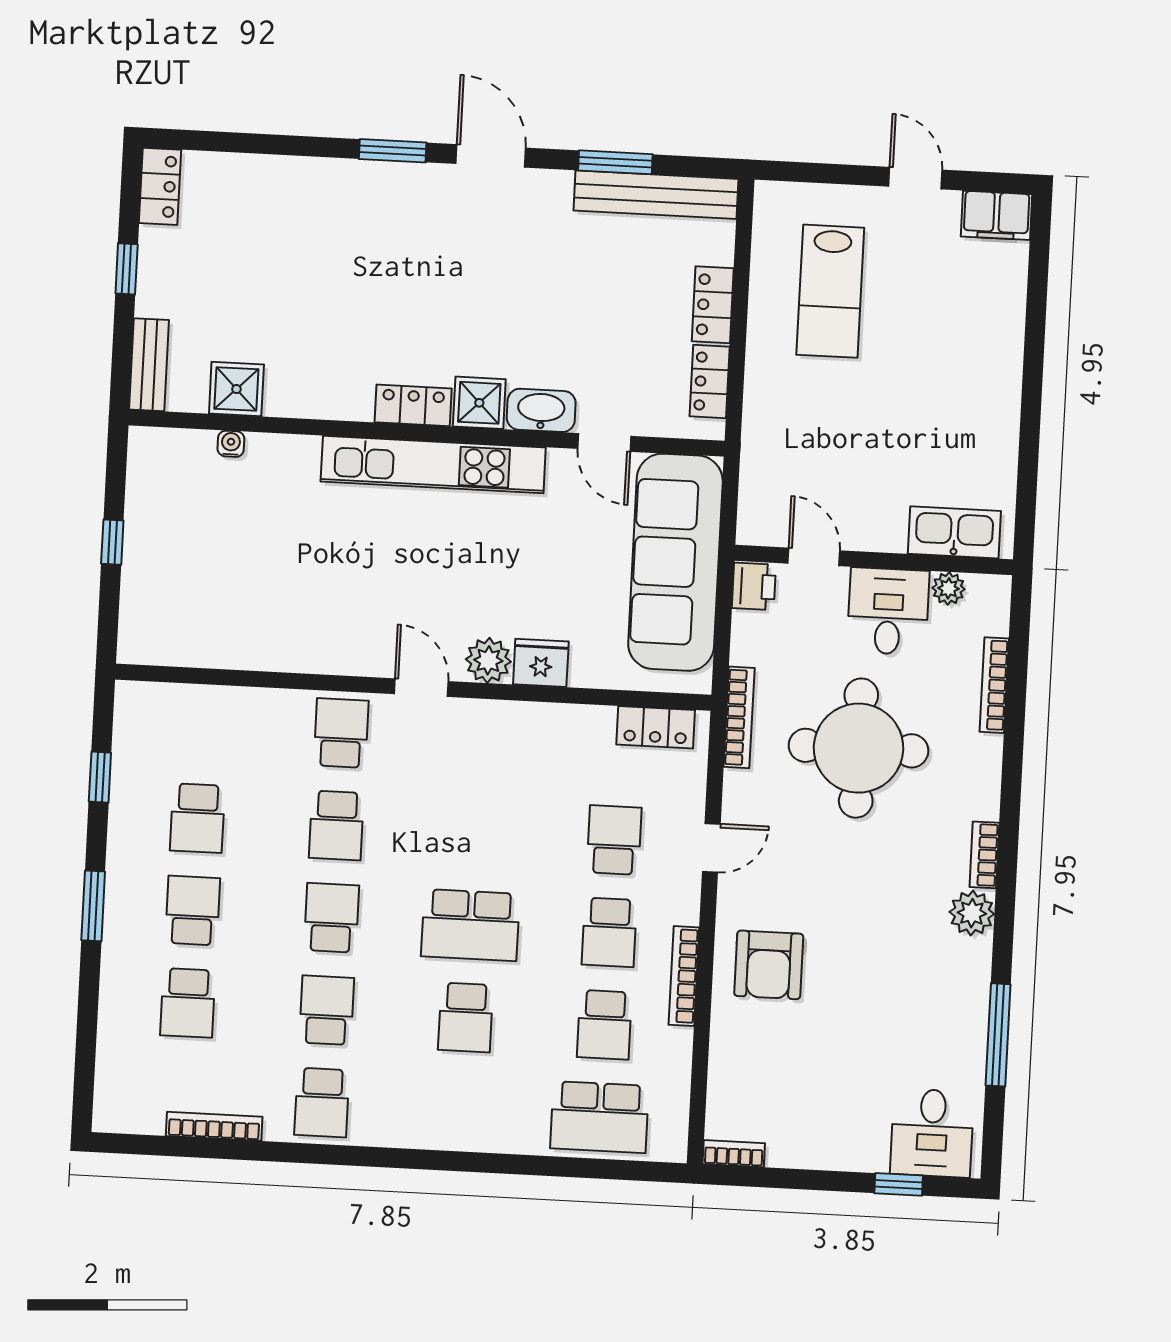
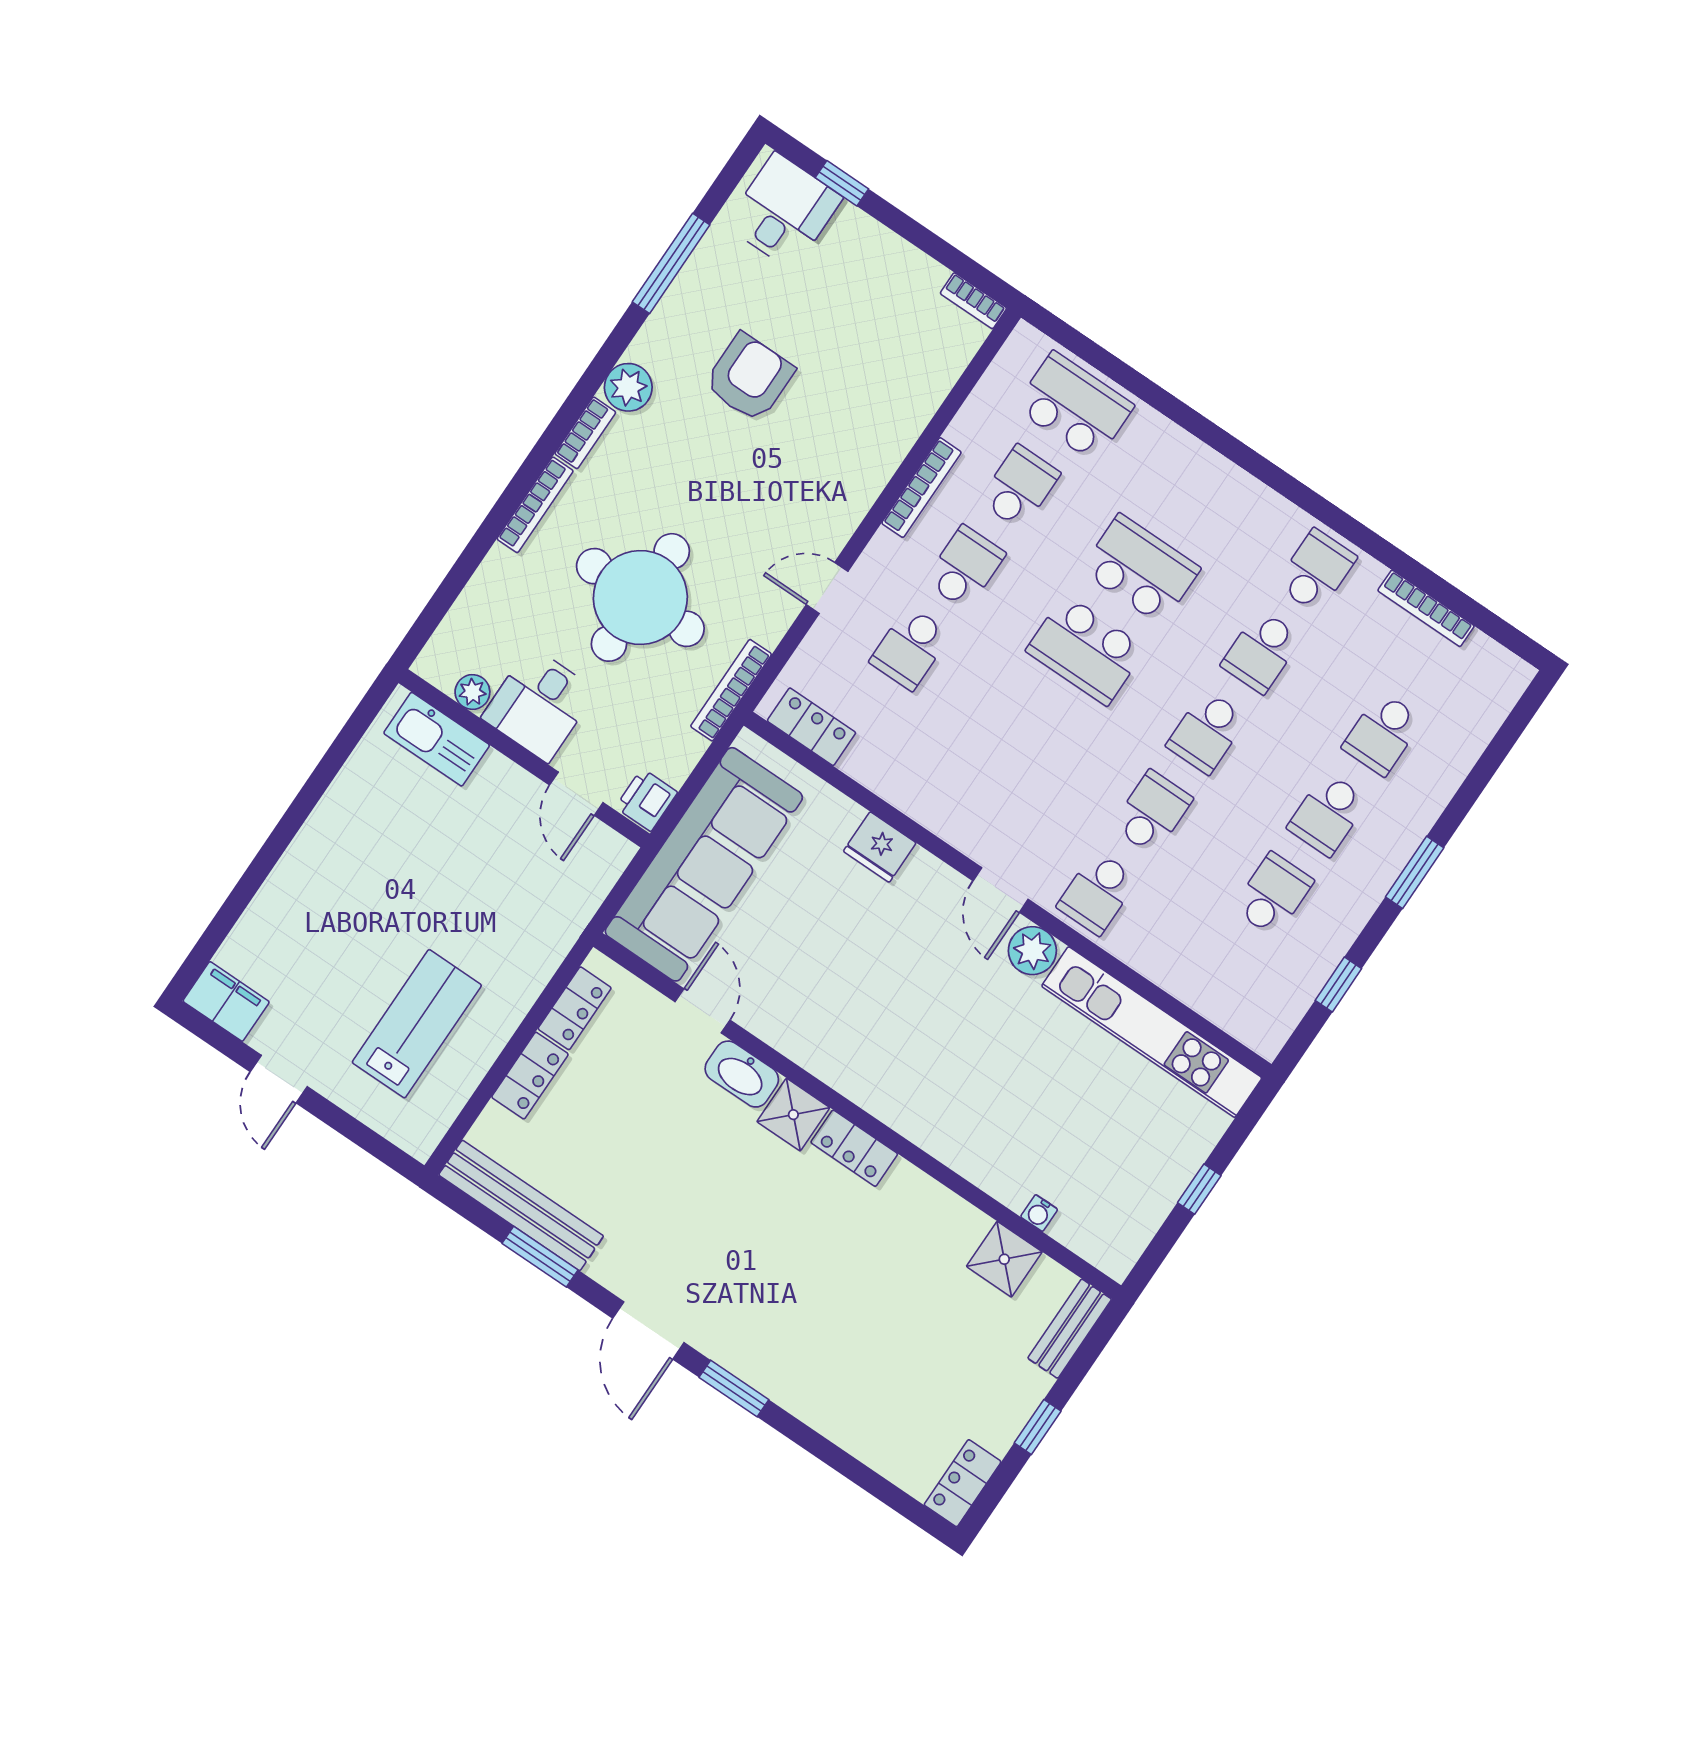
kitchen unit: (433, 464) -> (1152, 1032), moved, turned 180
plant: (488, 660) -> (1032, 951), moved
bookcase: (994, 685) -> (535, 505), moved
school desk: (470, 925) -> (1086, 650), turned 180
armchair: (769, 965) -> (749, 378), moved
school desk: (188, 1003) -> (1382, 734), turned 180
school desk: (466, 1017) -> (1140, 569), width x1.85

